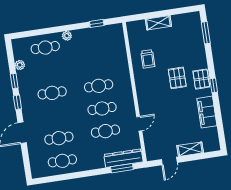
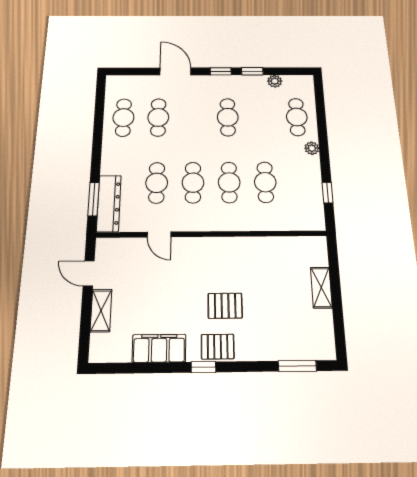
trolley: (148, 59) -> (263, 262), removed
cafe table: (95, 63) -> (265, 182), added

